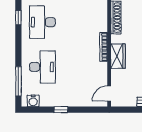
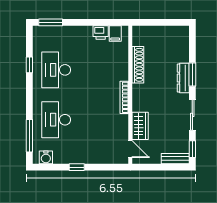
wardrobe: (118, 56) -> (140, 126), moved
desk: (42, 67) -> (56, 120), turned 180
door: (109, 93) -> (130, 149), swing flipped

